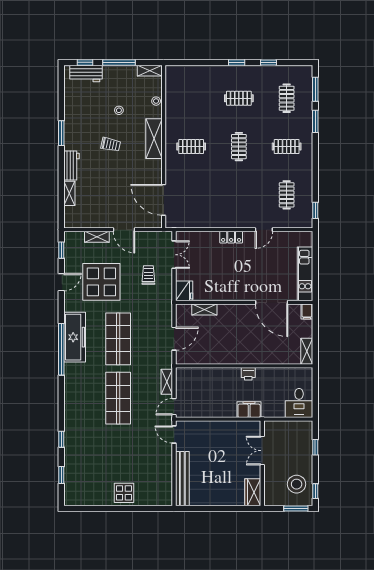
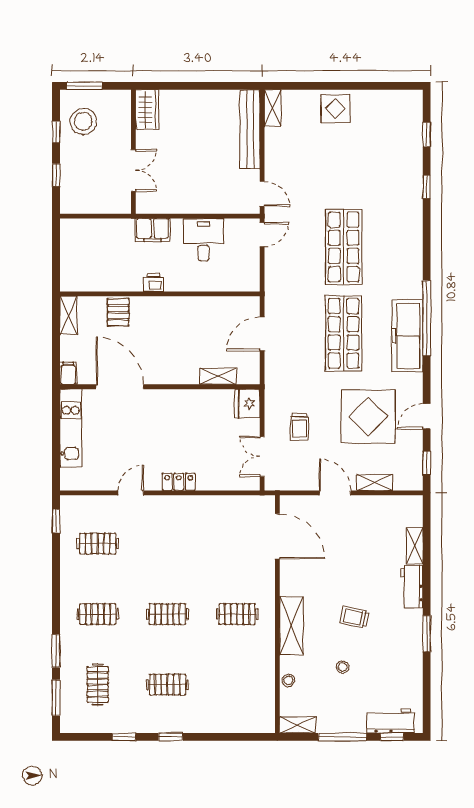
clothes rail: (239, 147) -> (167, 614), turned 90
clothes rail: (287, 195) -> (98, 544), turned 90
pallet: (273, 353) -> (118, 312), added
shelving: (167, 382) -> (273, 108), moved
desk: (299, 403) -> (203, 240), moved
window: (315, 491) -> (56, 132), moved

